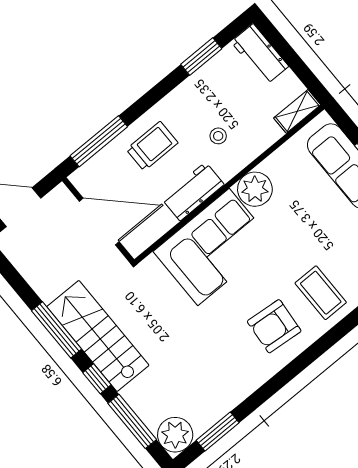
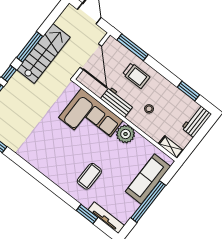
coffee table: (321, 293) -> (89, 176), moved
armchair: (274, 326) -> (56, 160), removed
stairs: (98, 336) -> (43, 53), moved

